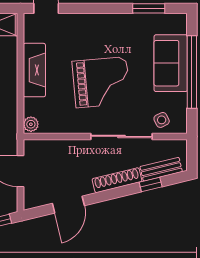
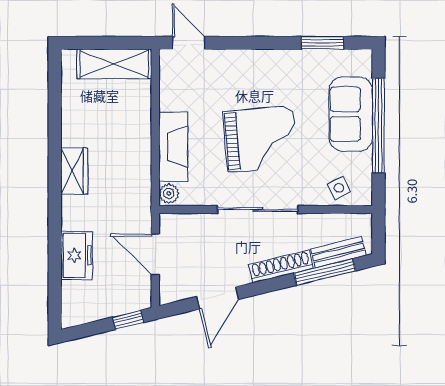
fireplace: (34, 70) -> (173, 147), moved
sliding door: (122, 136) -> (258, 209), moved
window: (151, 184) -> (325, 272), width x2.17

